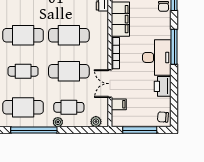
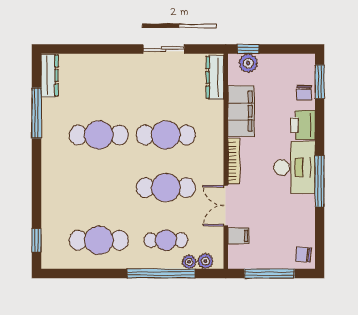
window: (174, 47) -> (320, 181), moved
cafe table: (23, 71) -> (99, 188), removed
printer: (163, 86) -> (303, 125), moved
plant: (58, 122) -> (189, 262), moved
window: (34, 130) -> (161, 273), moved

